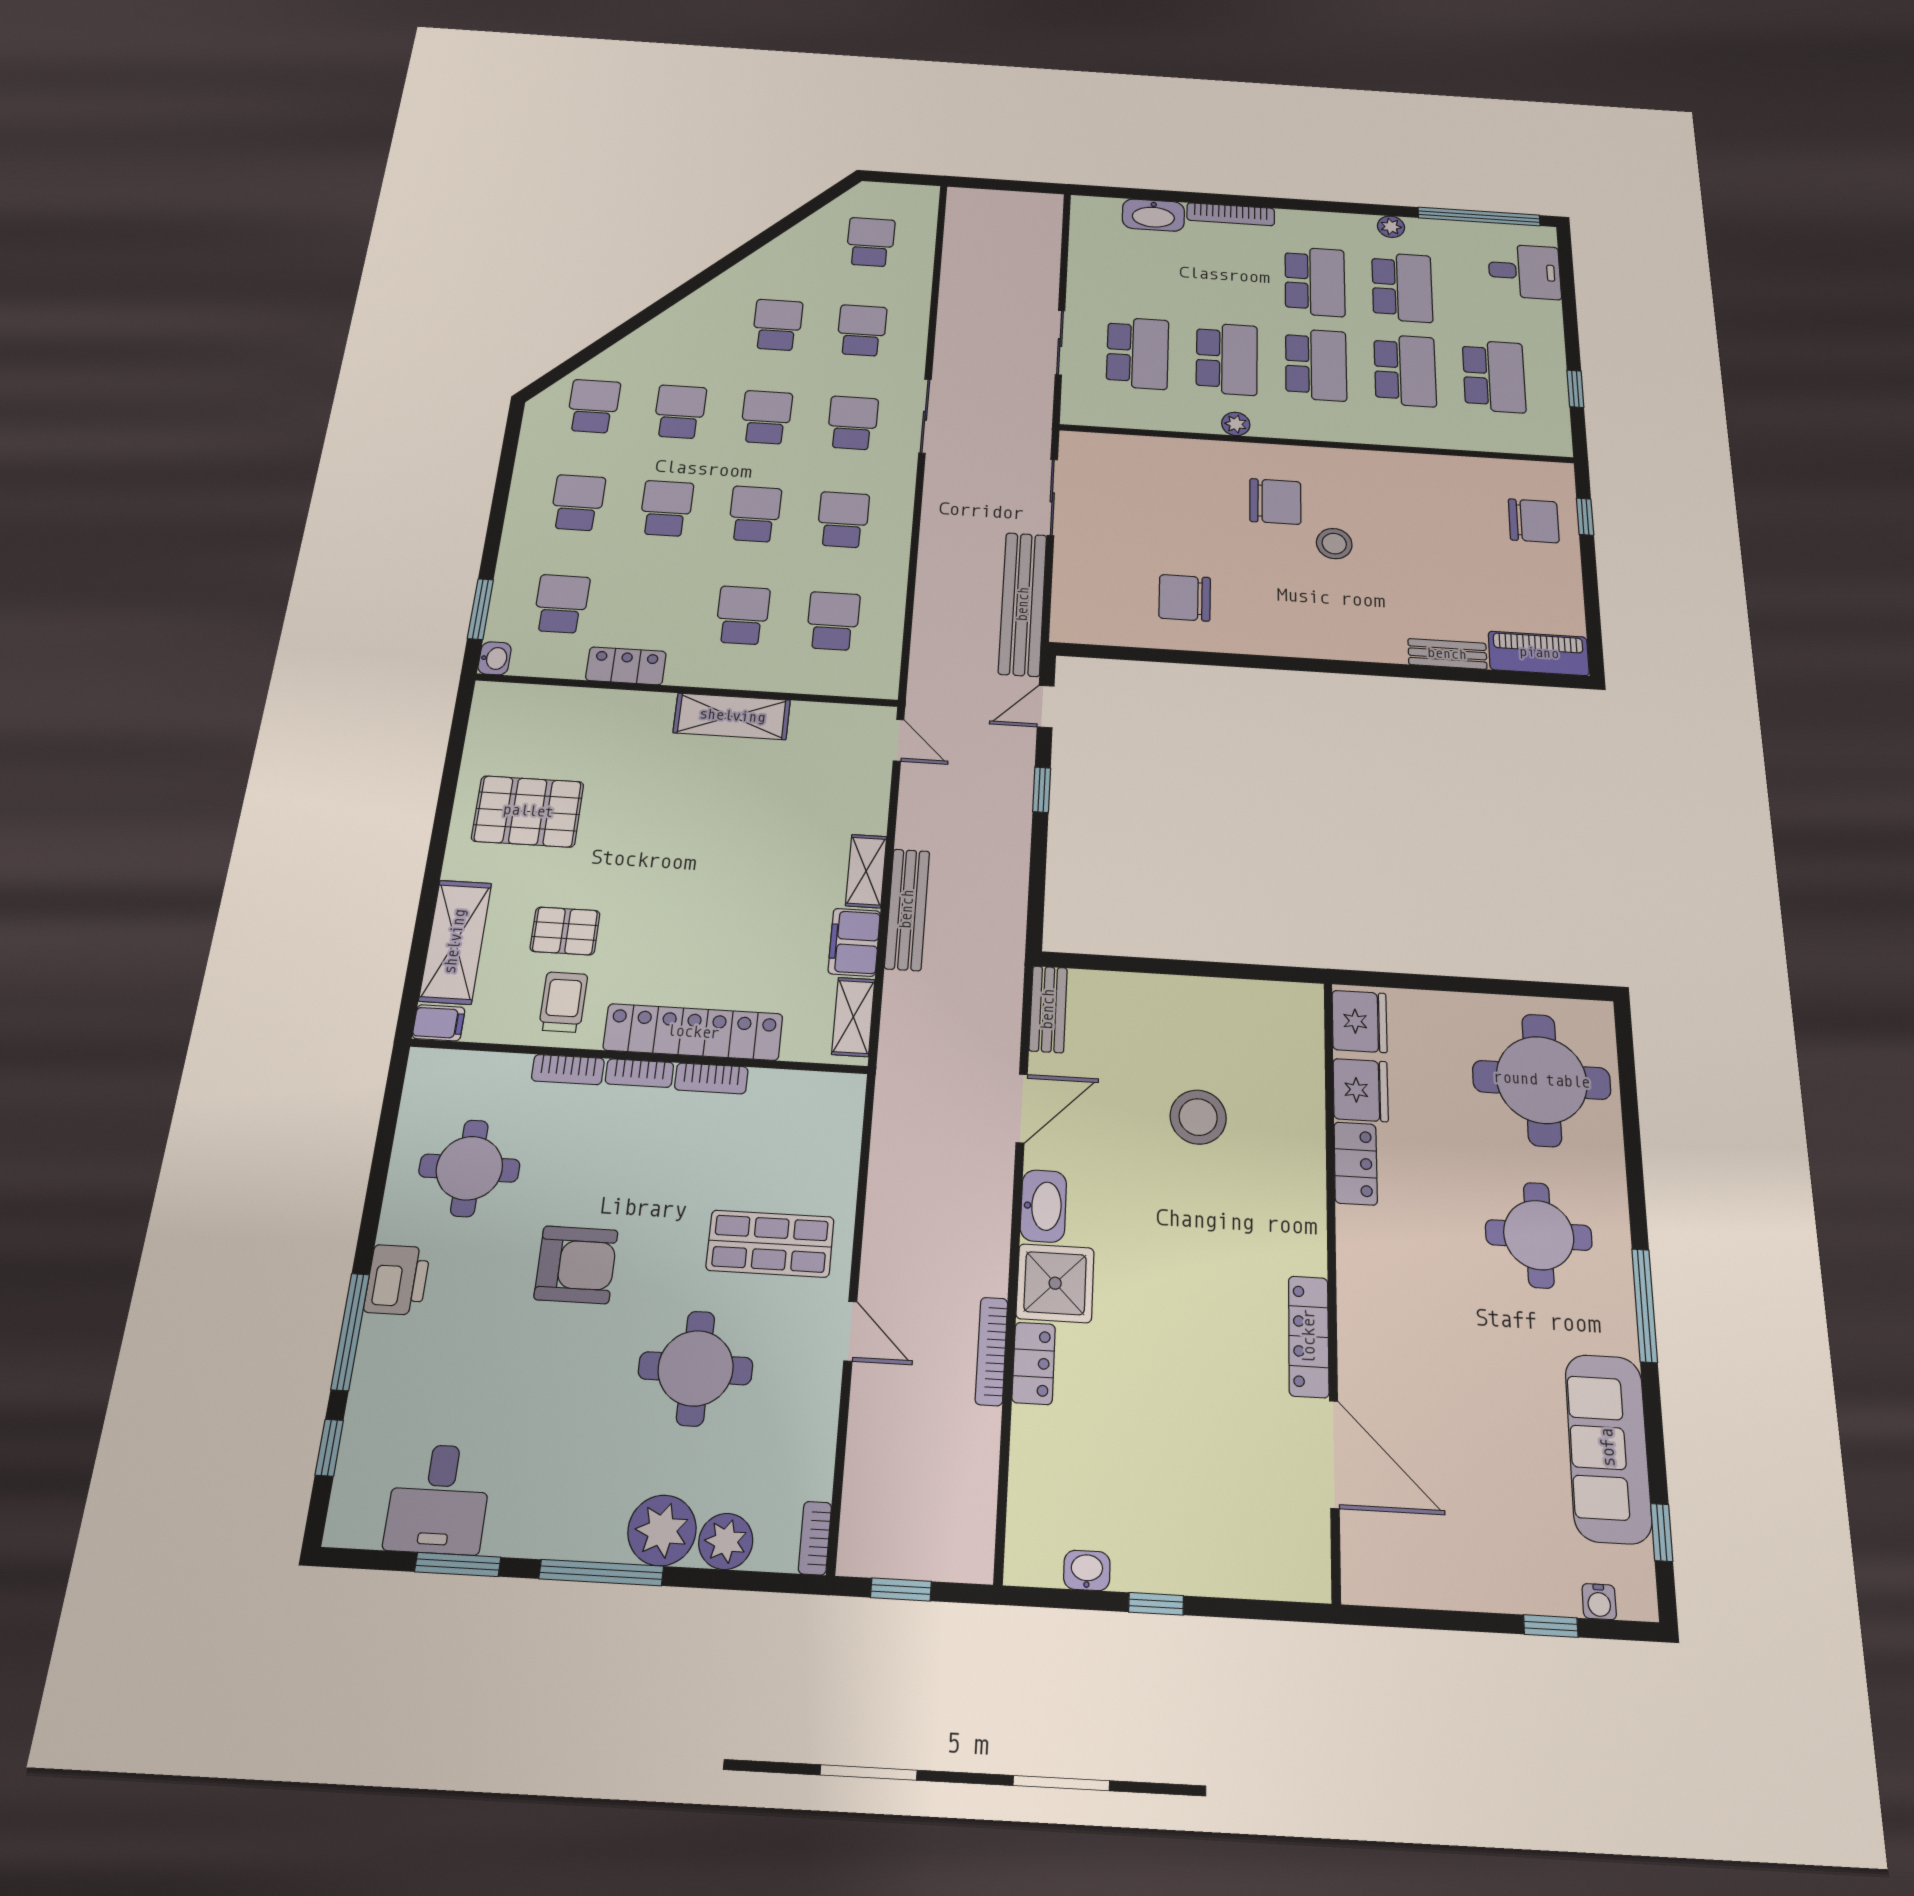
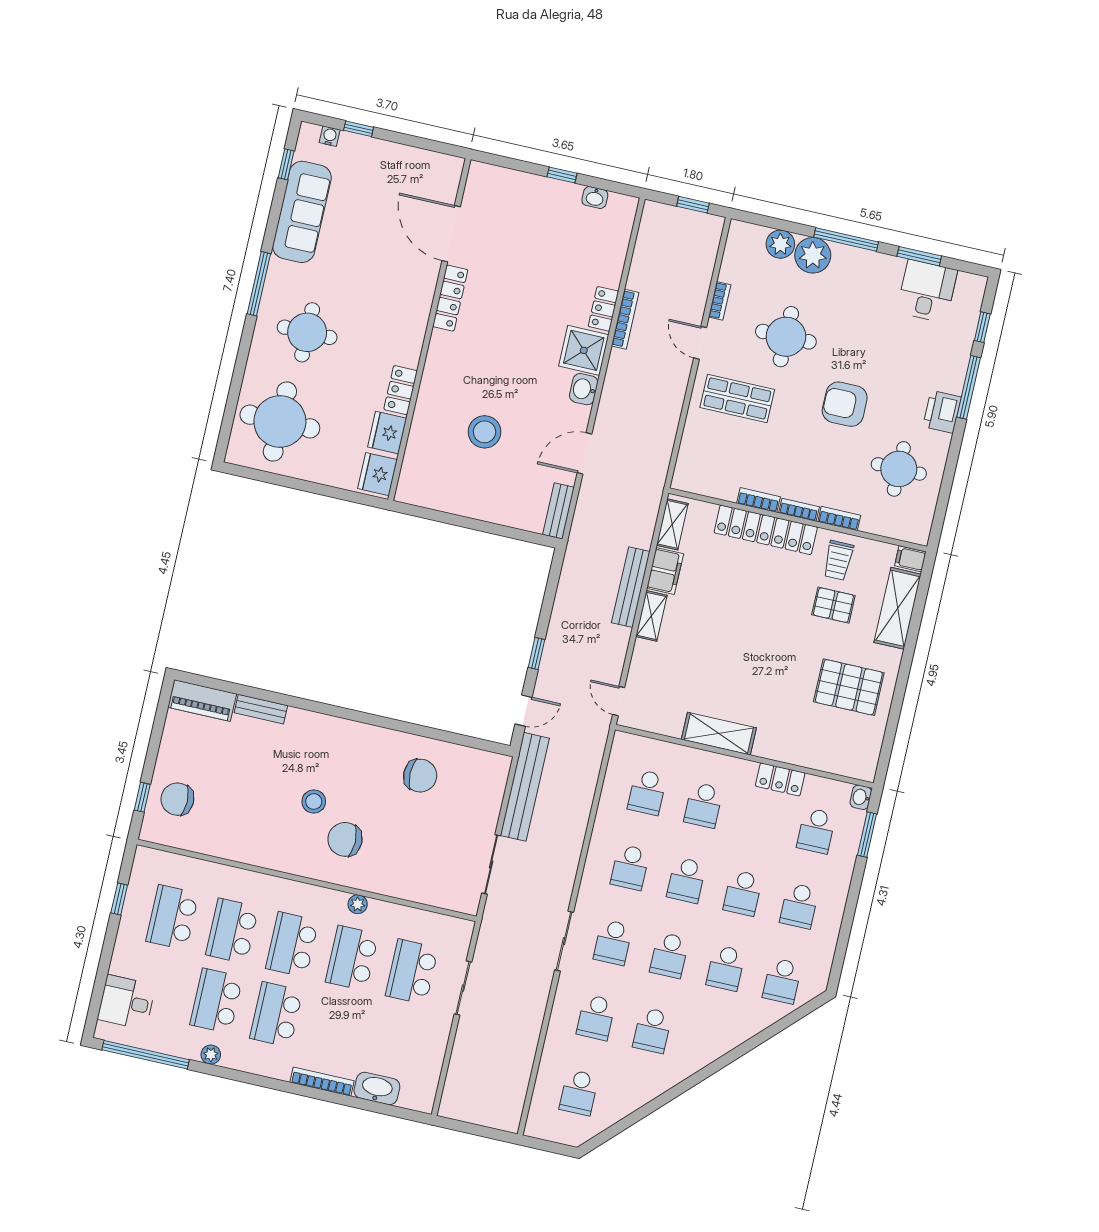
washbasin: (1043, 1206) -> (584, 389), width x0.72
bookcase: (815, 1538) -> (720, 301), moved

